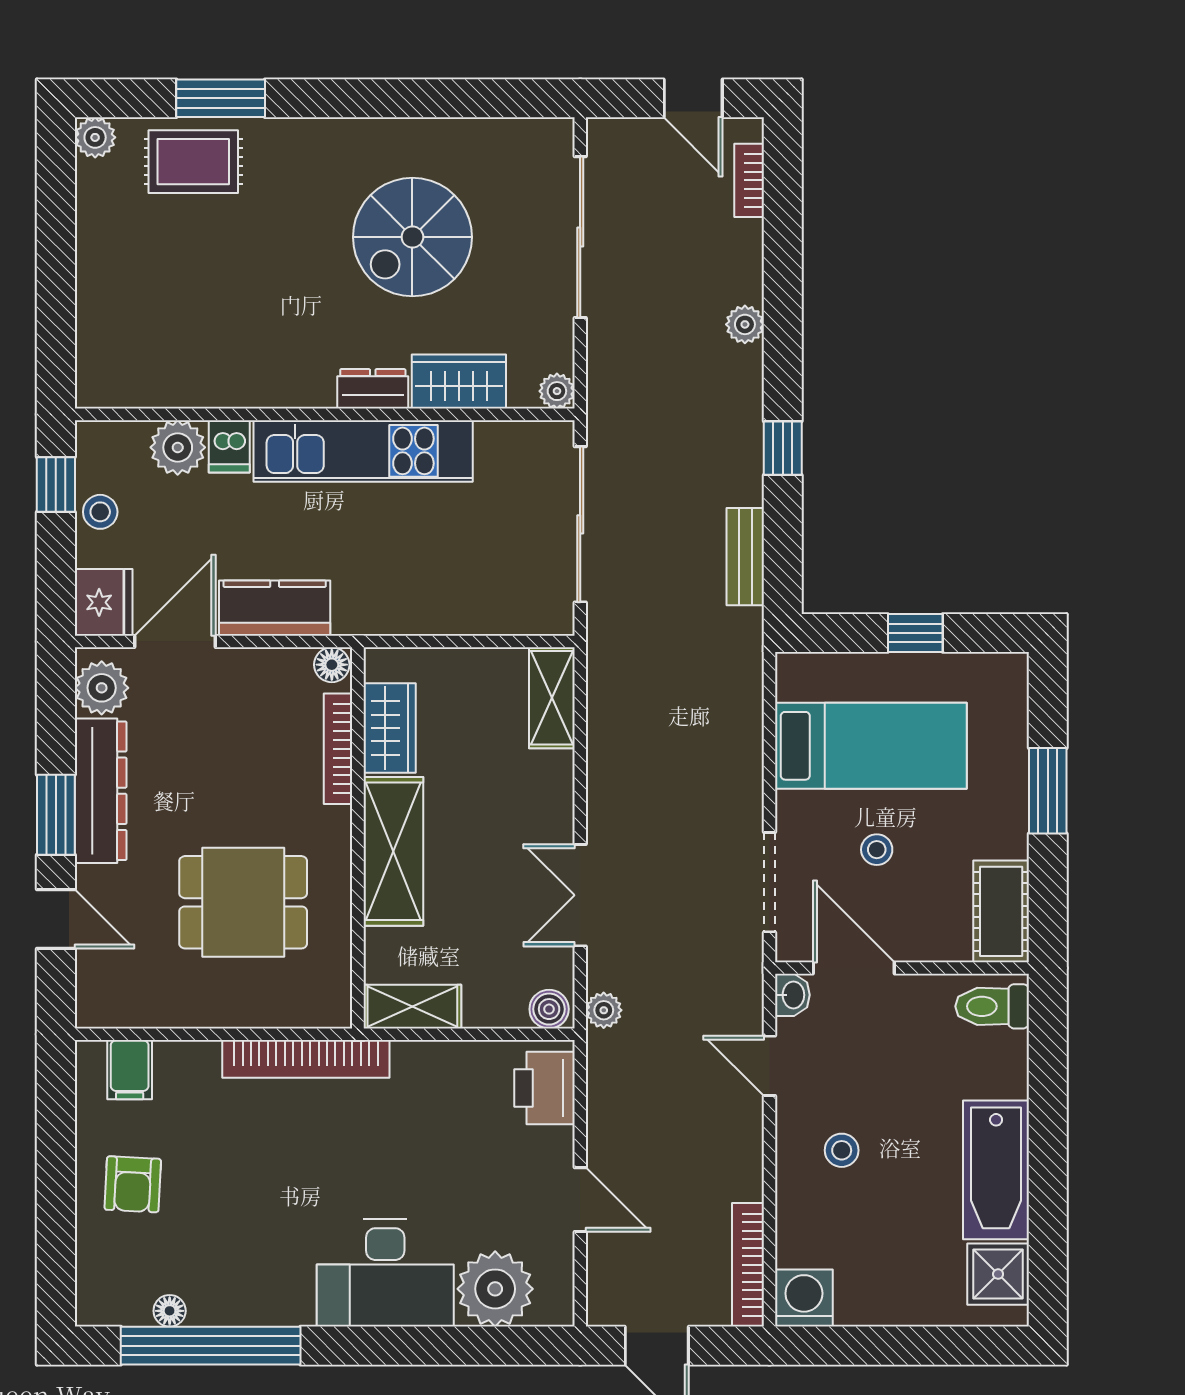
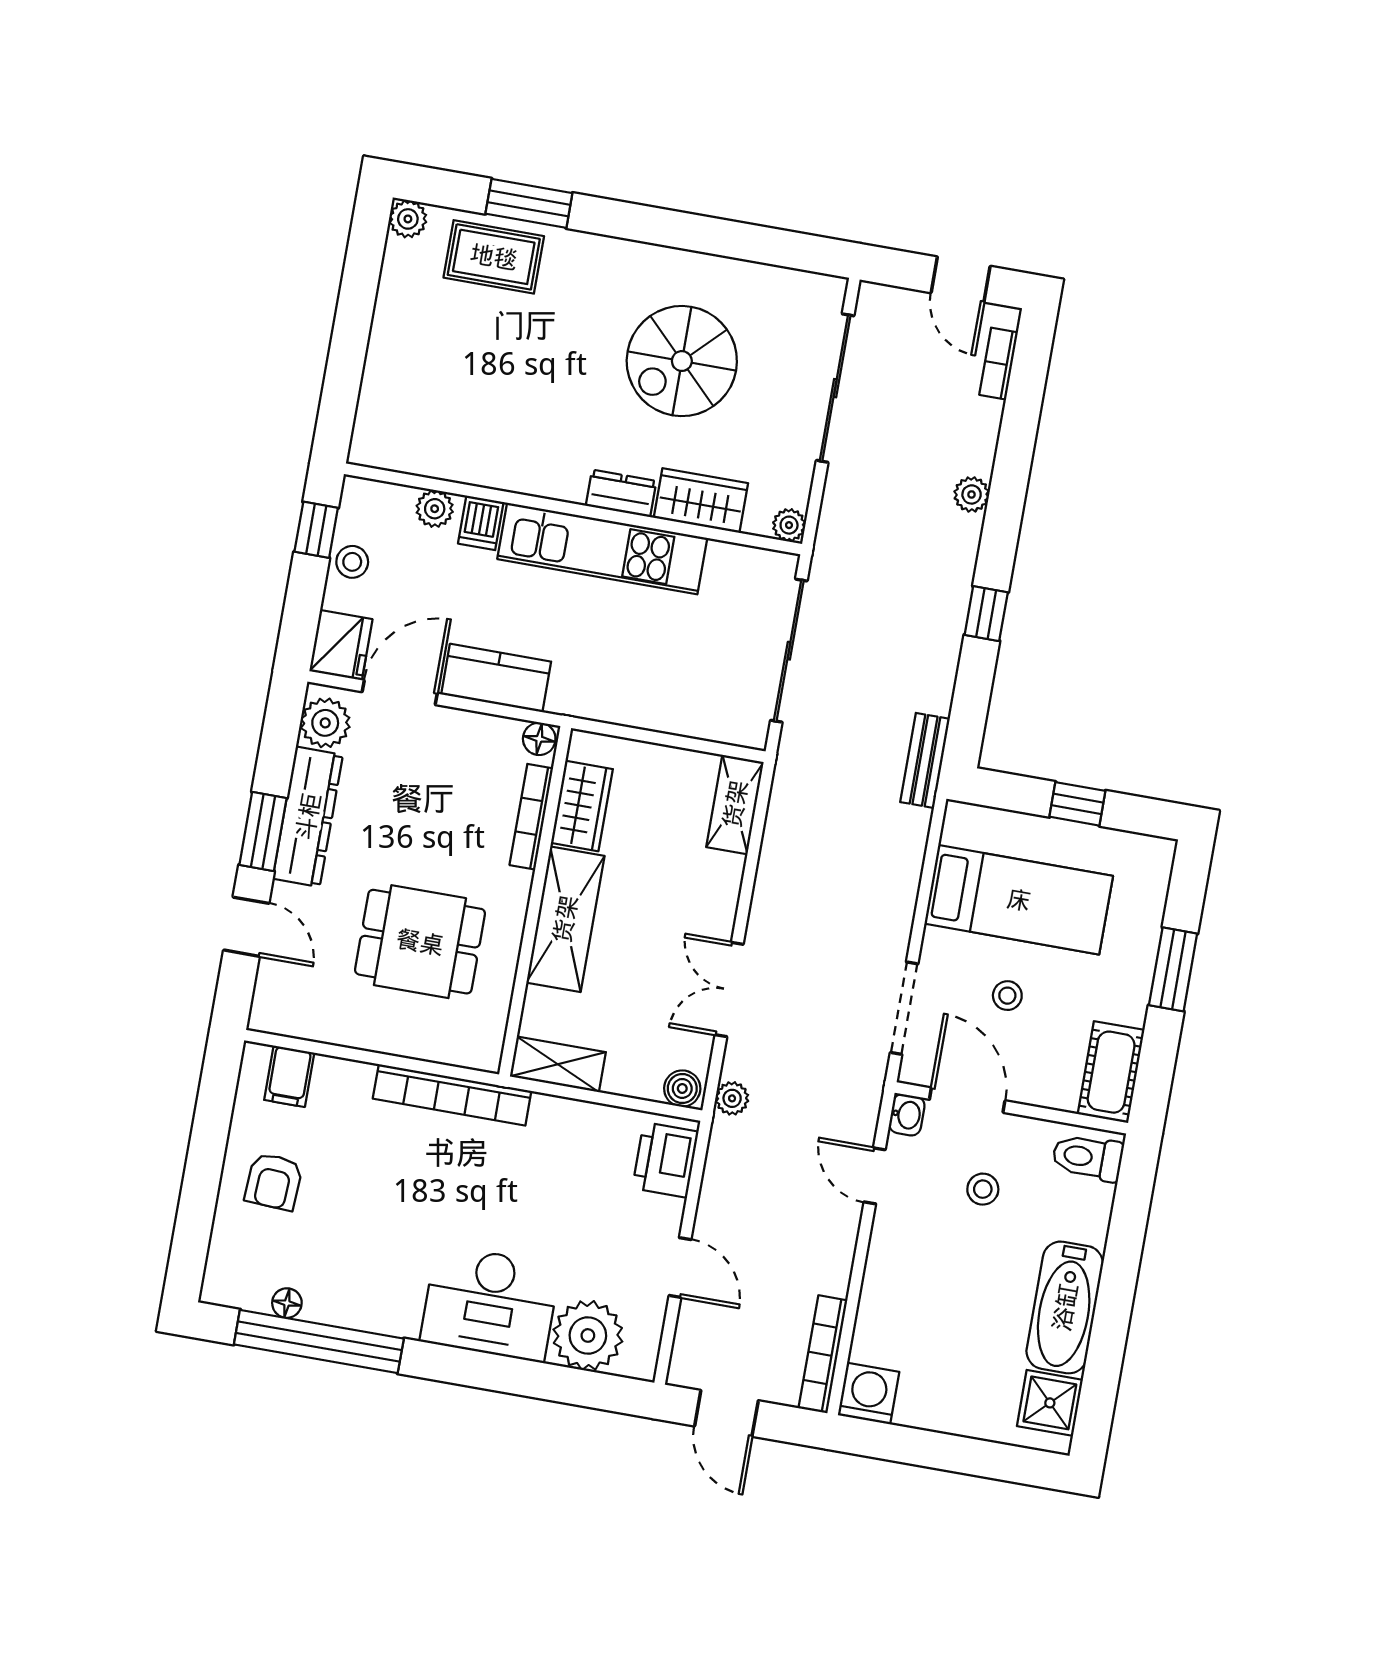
plant: (178, 447) -> (435, 509), width x0.73, depth x0.73
bench: (745, 557) -> (925, 760), moved
stool: (842, 1150) -> (983, 1189), moved

